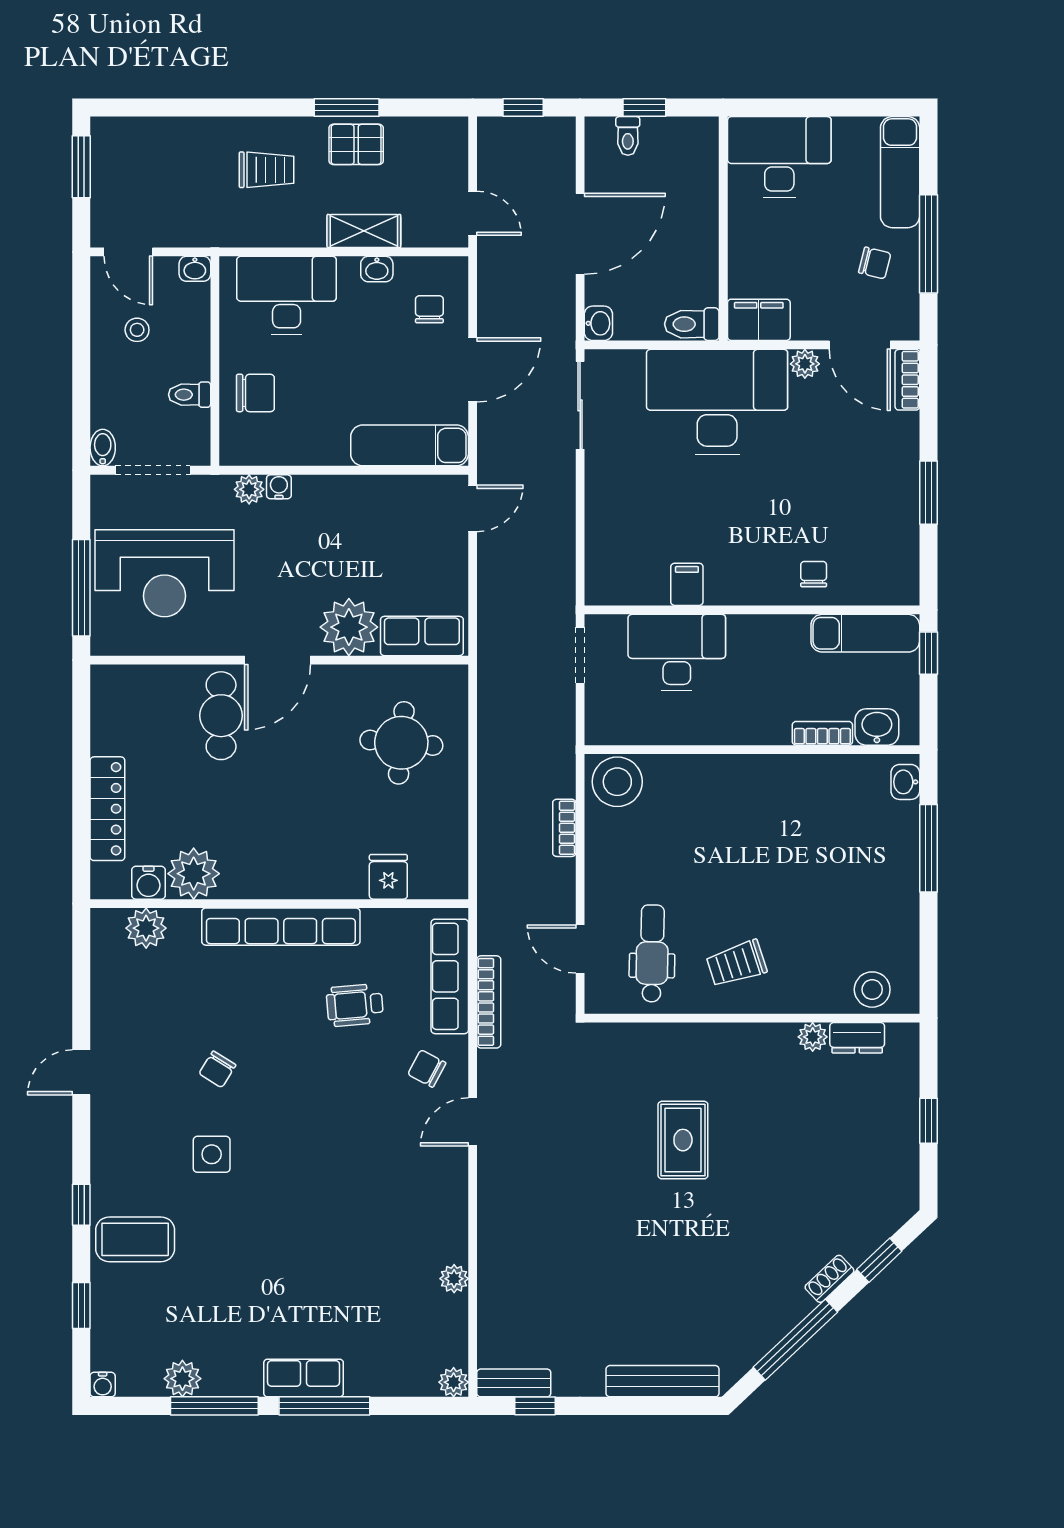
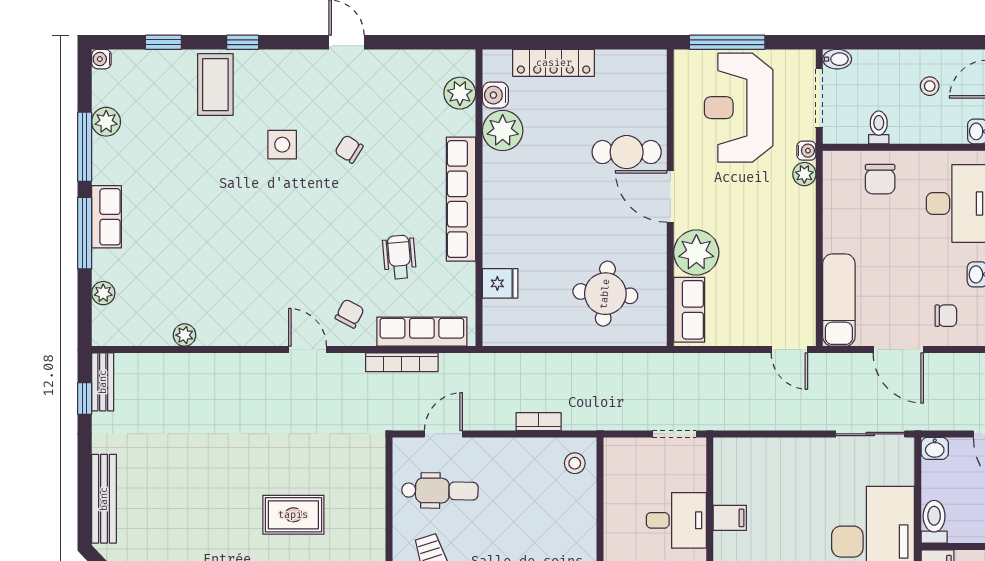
water cooler: (279, 487) -> (806, 151), moved
desk: (677, 652) -> (676, 520), width x0.73
stool: (617, 782) -> (575, 463), width x0.53, depth x0.53
plant: (454, 1382) -> (103, 293), moved

